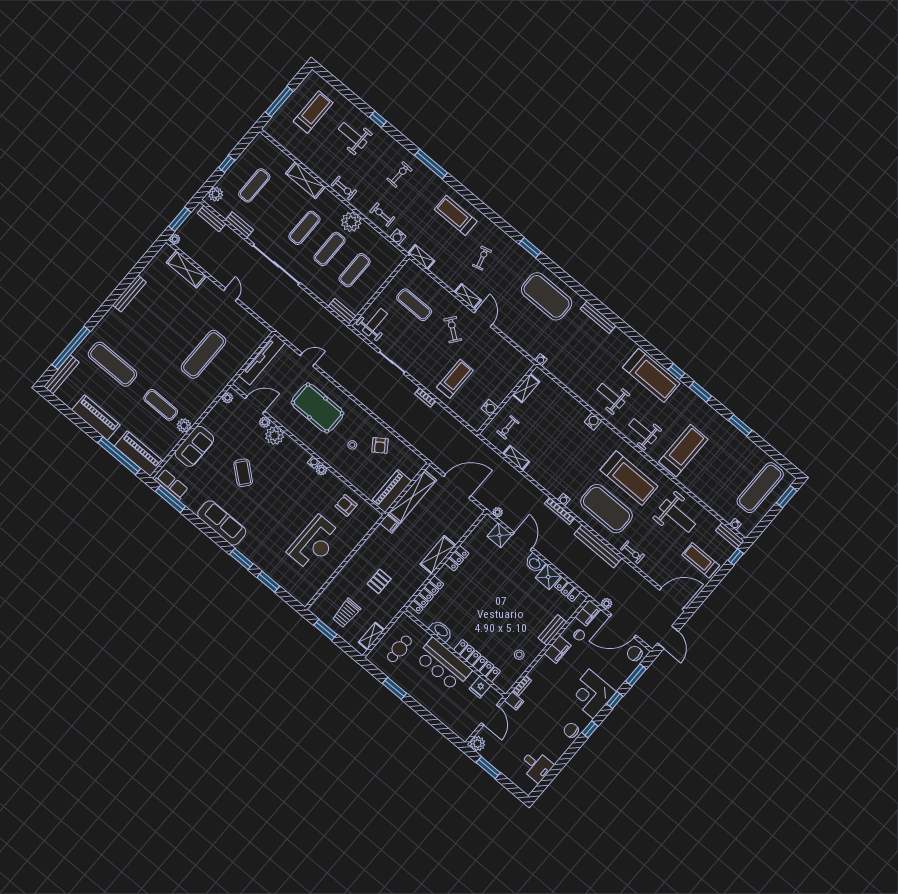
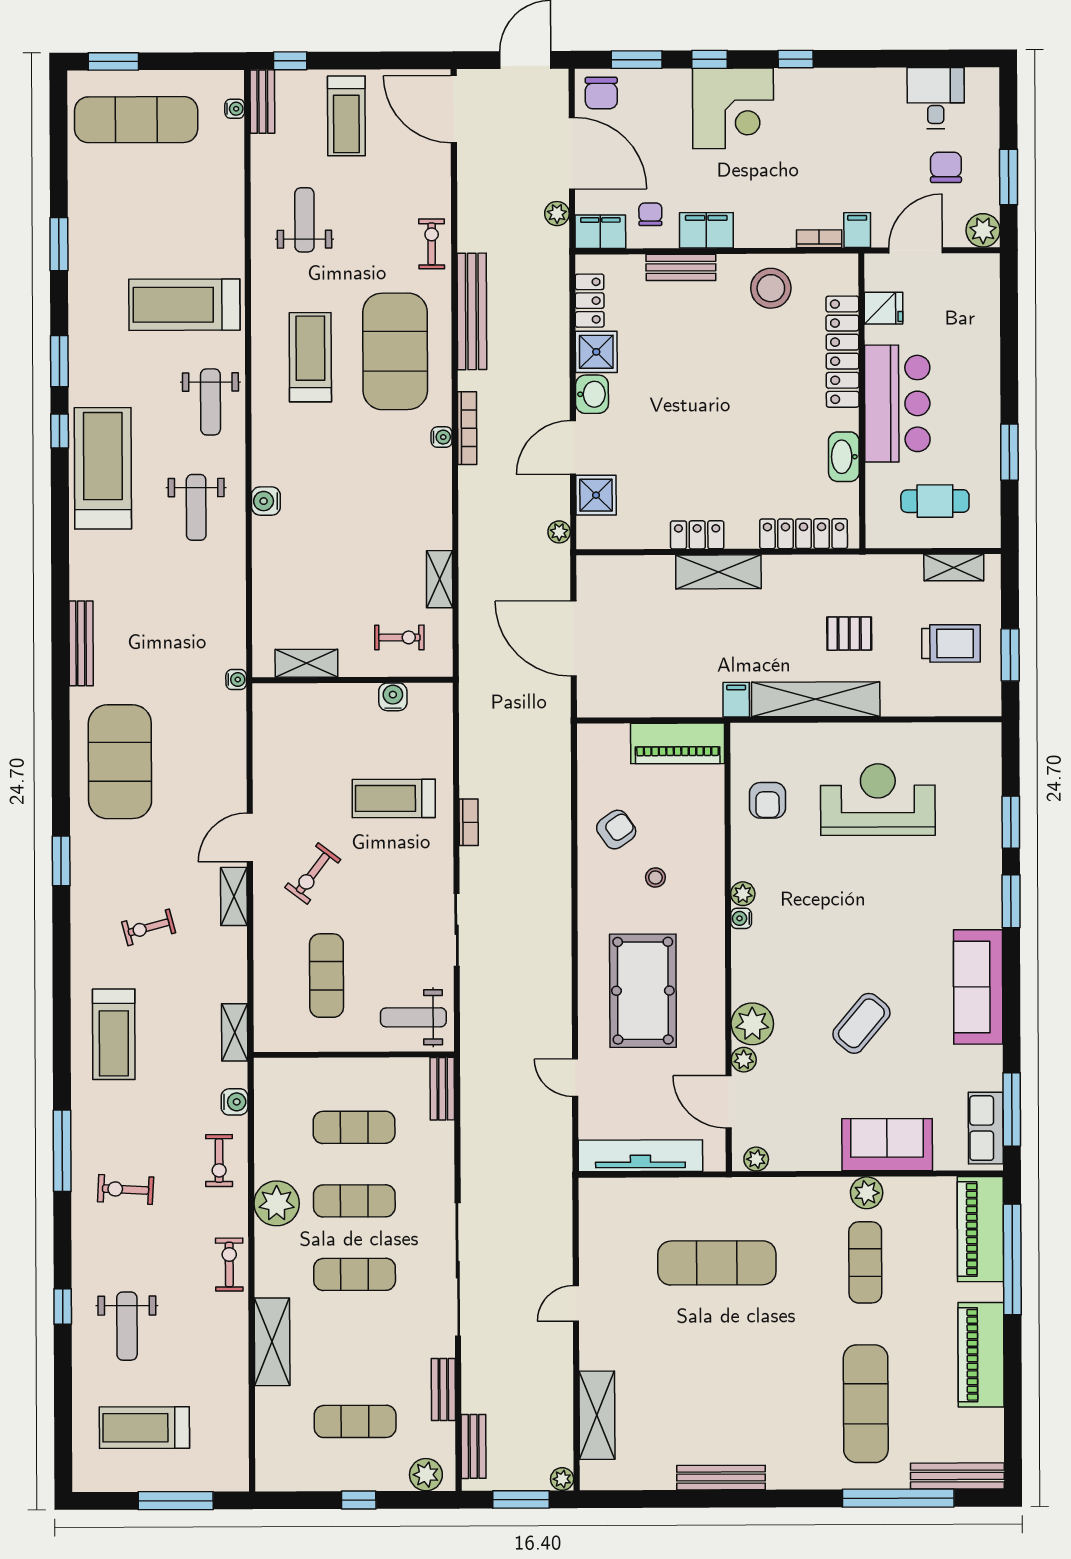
treadmill: (629, 478) -> (310, 357), width x0.73, depth x0.73
shelving: (412, 497) -> (816, 699), moved
weight bench: (677, 516) -> (304, 220), width x0.73, depth x0.75
stool: (519, 655) -> (771, 288), width x1.89, depth x1.89
chair: (571, 730) -> (946, 167), moved, turned 180

